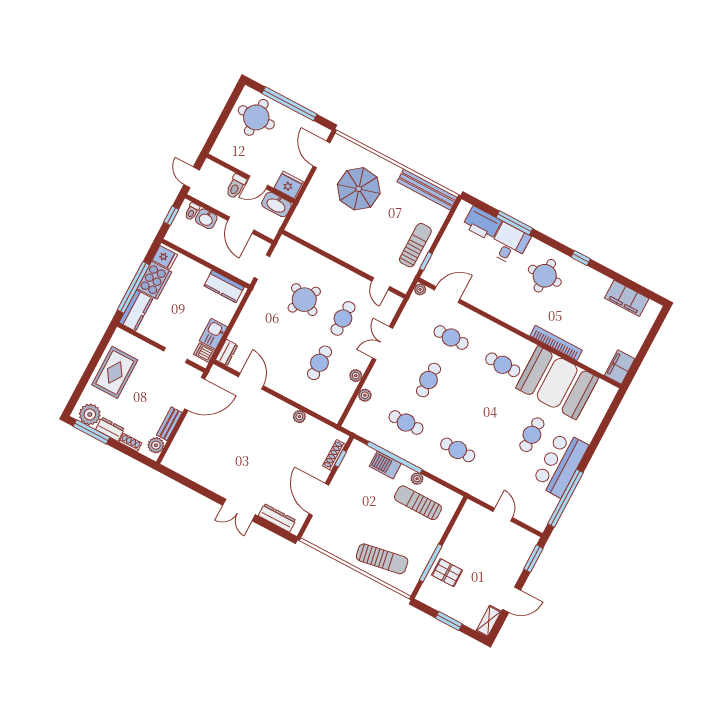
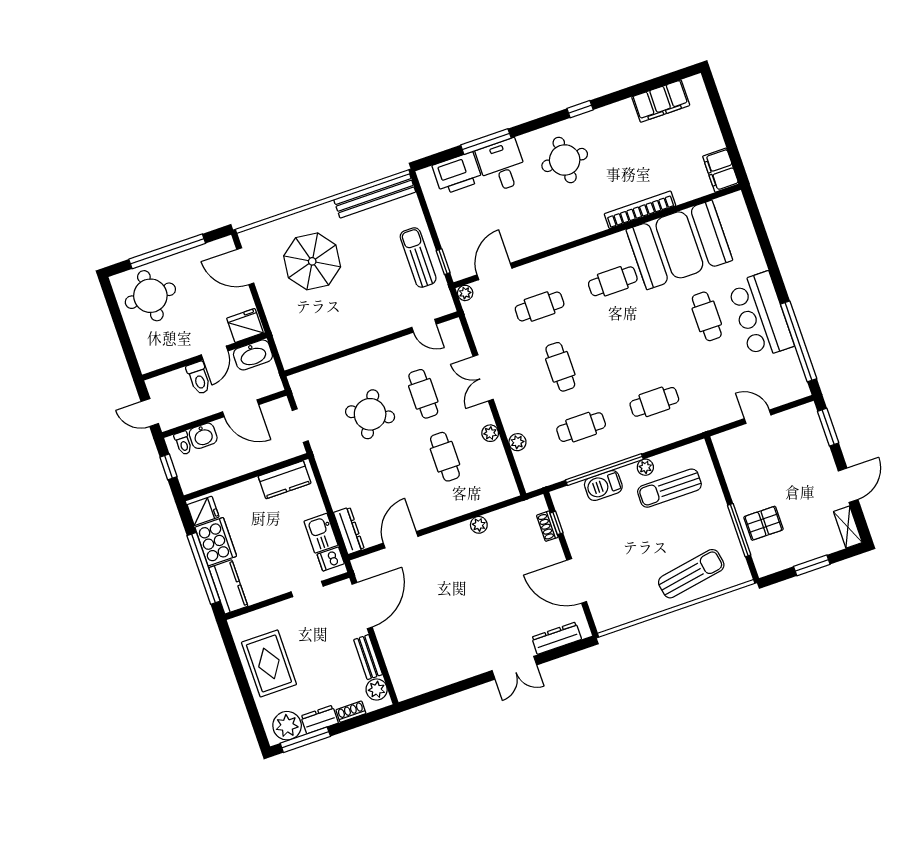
dresser: (227, 352) -> (349, 531), width x1.44
door: (251, 381) -> (401, 540), hinge flipped
shoe rack: (334, 455) -> (547, 526), width x0.70

